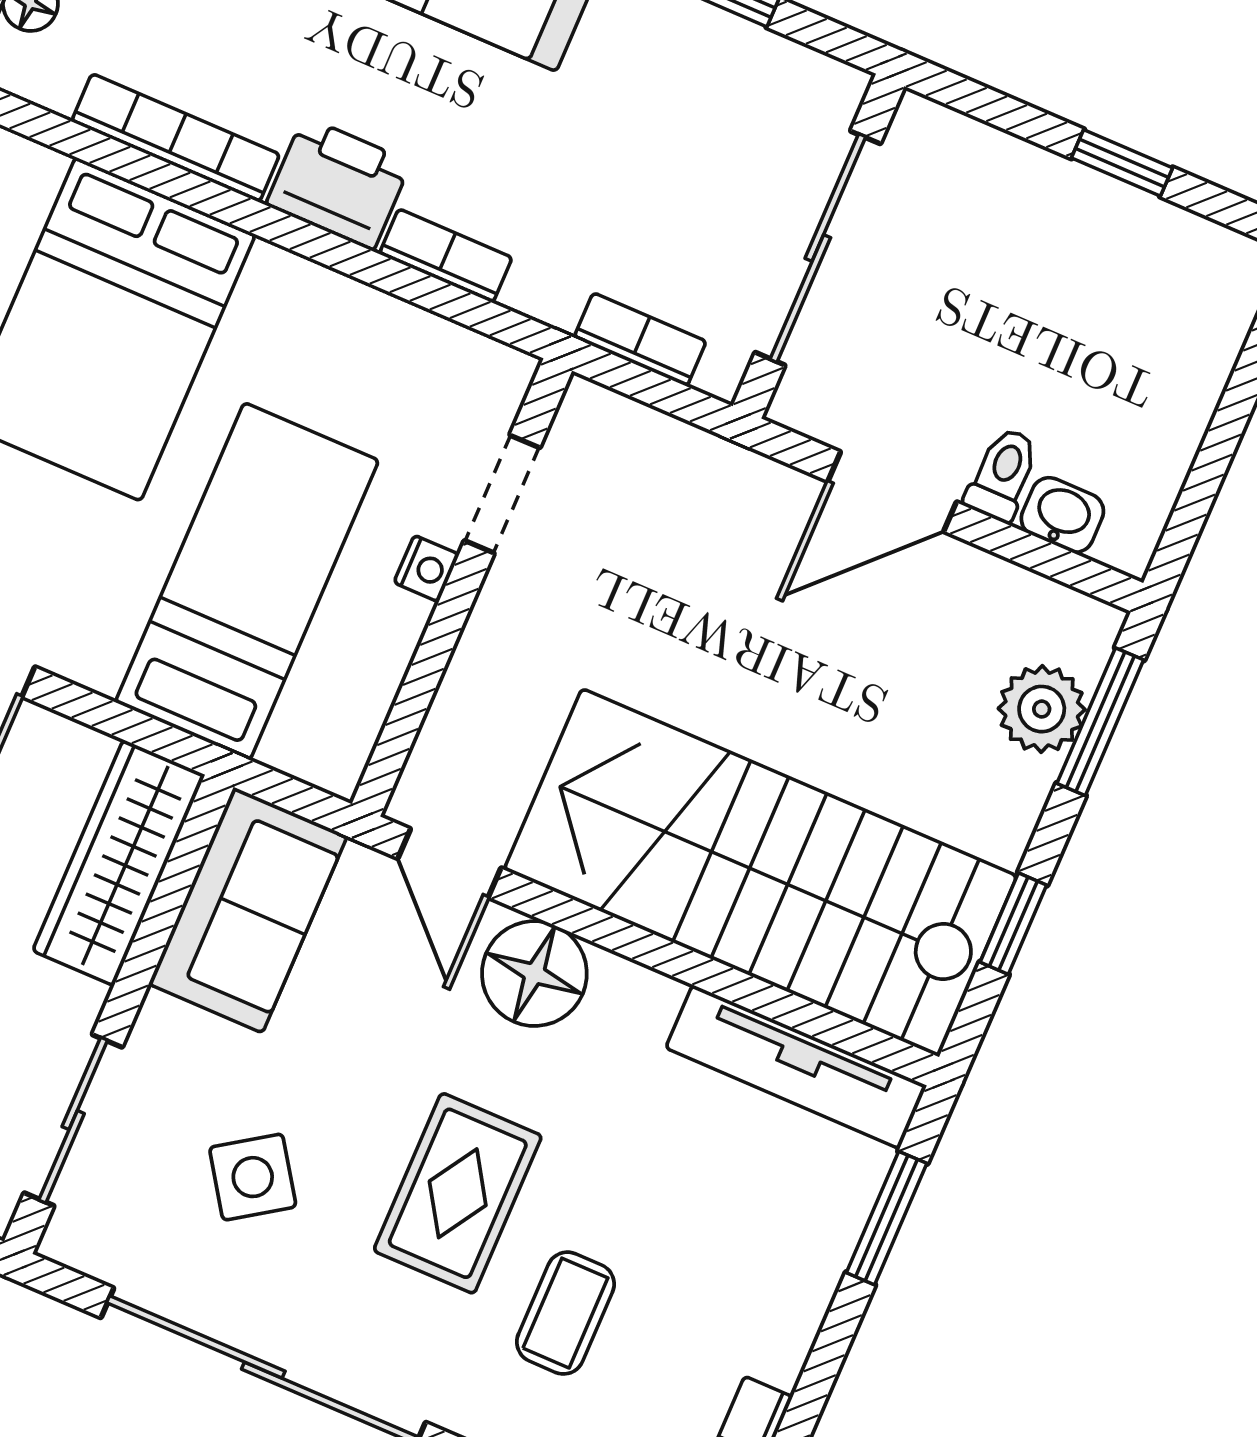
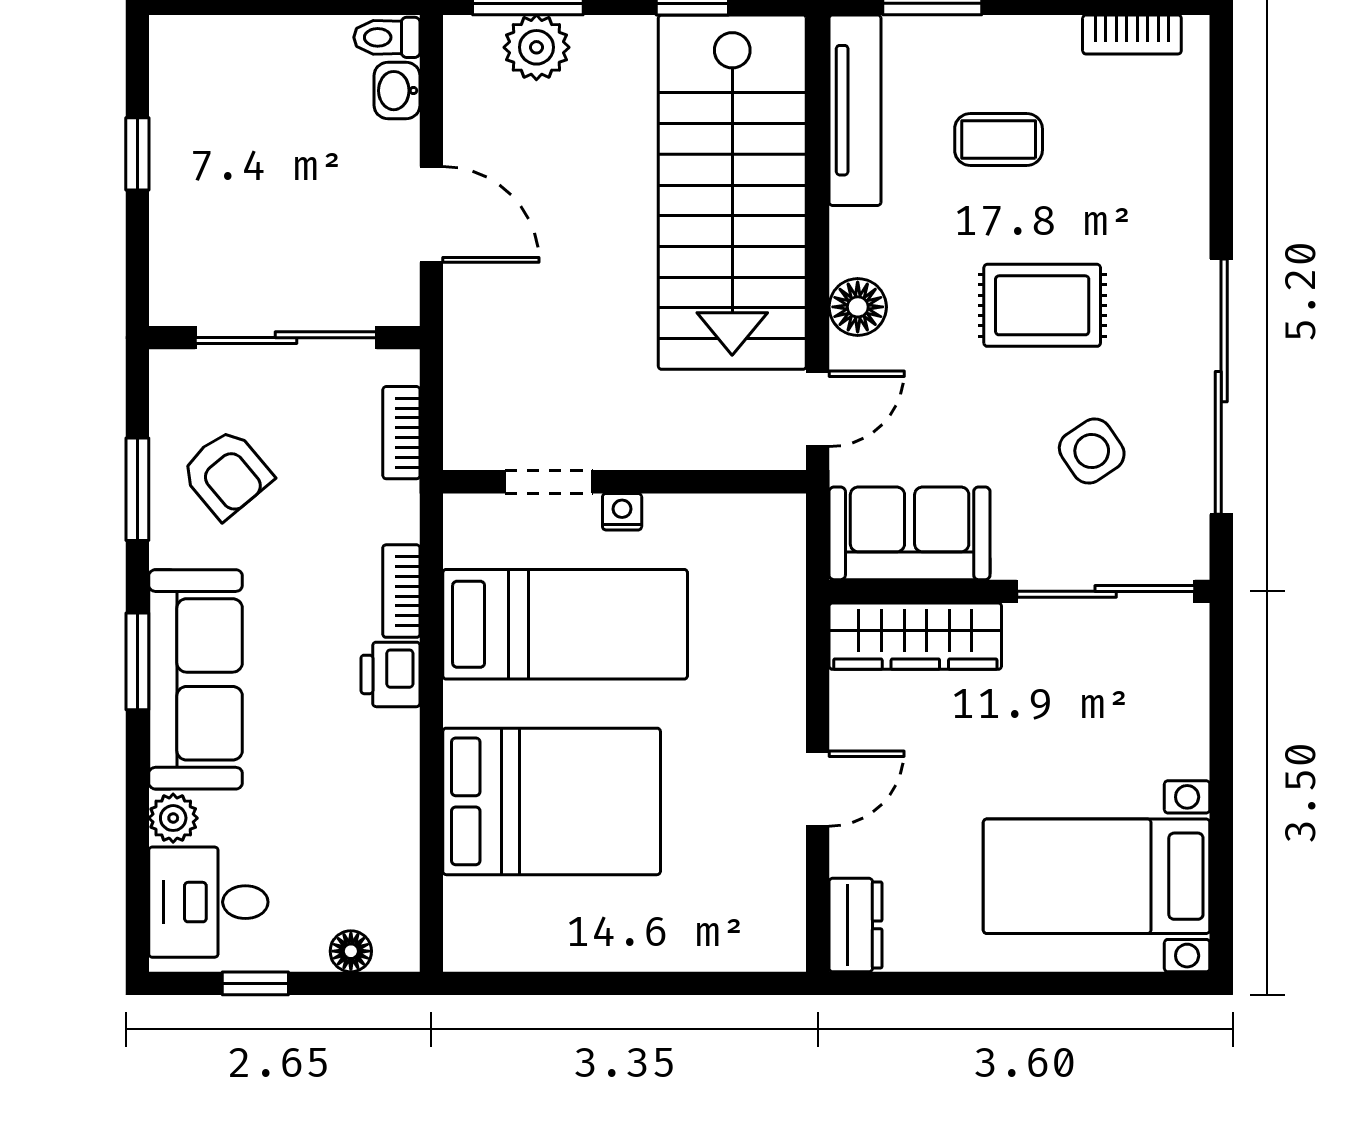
armchair: (682, 103) -> (227, 474), added
bookcase: (176, 138) -> (400, 812), removed
printer: (338, 183) -> (390, 674), width x0.73, depth x0.81
toilet: (1002, 475) -> (387, 37), moved
bed: (247, 581) -> (565, 624), moved, turned 180
floor lamp: (534, 974) -> (858, 307), width x0.73, depth x0.73
sliding door: (73, 1120) -> (1106, 591), width x1.37
coffee table: (565, 1313) -> (999, 139), moved

